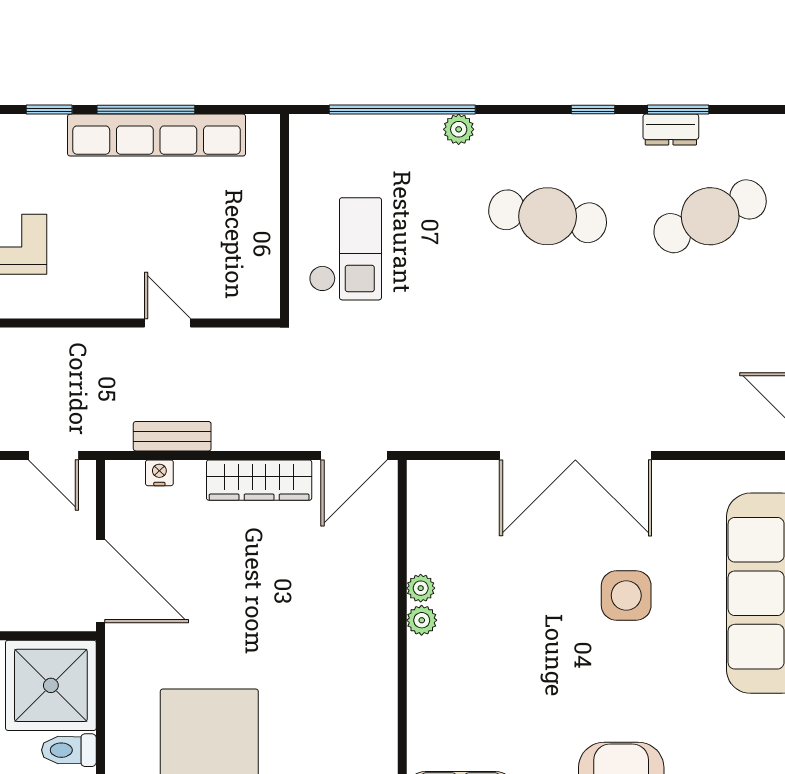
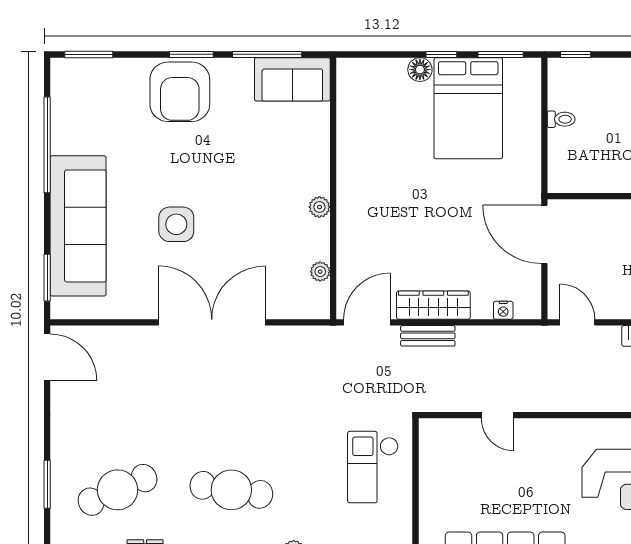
bench: (172, 436) -> (428, 336), moved
plant: (421, 588) -> (320, 272), moved
shower: (51, 685) -> (579, 161), removed
toilet: (69, 750) -> (561, 119), width x0.73, depth x0.72

